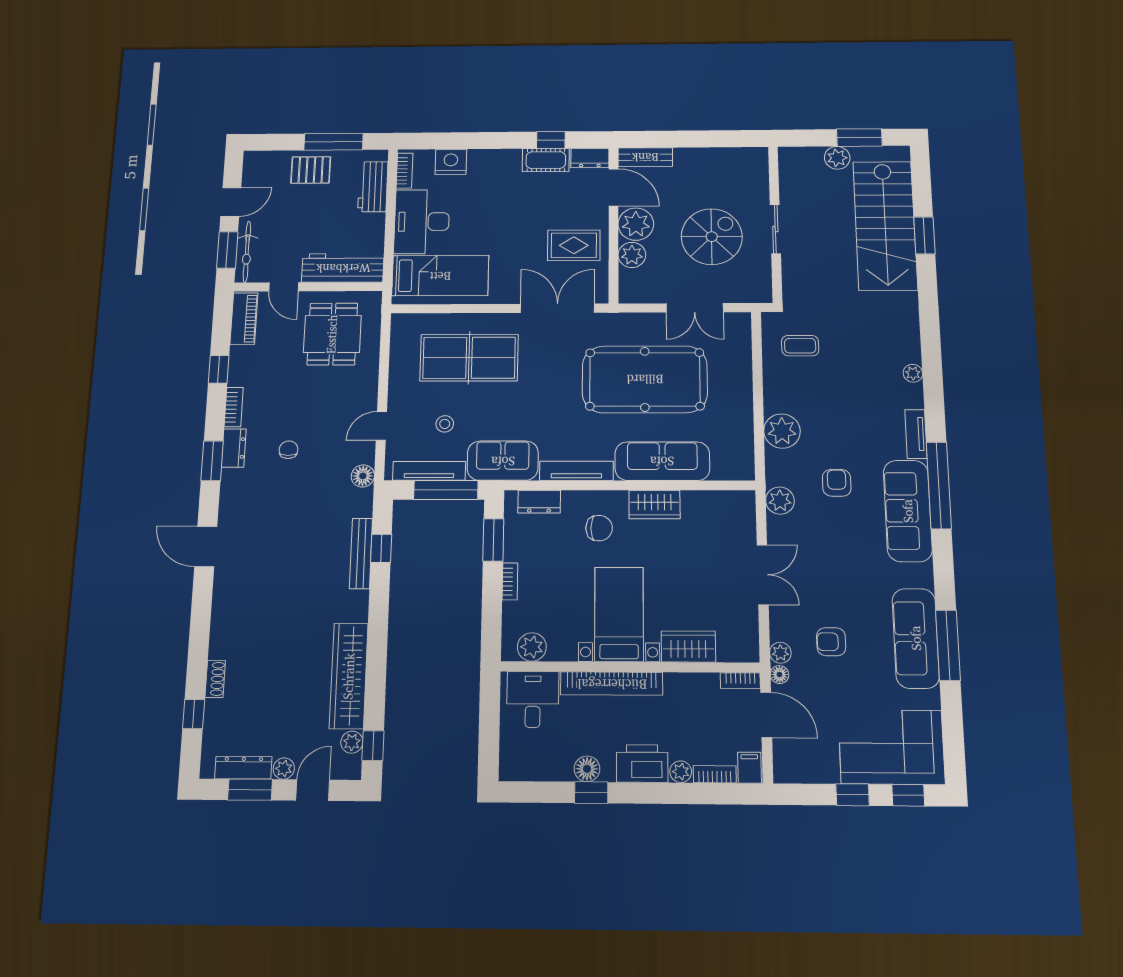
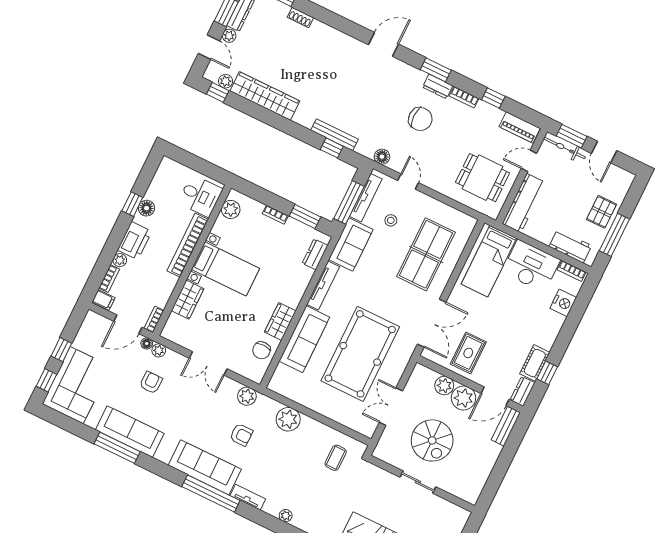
chair: (288, 450) -> (420, 119), width x1.87, depth x1.87
chair: (599, 528) -> (261, 350), moved

